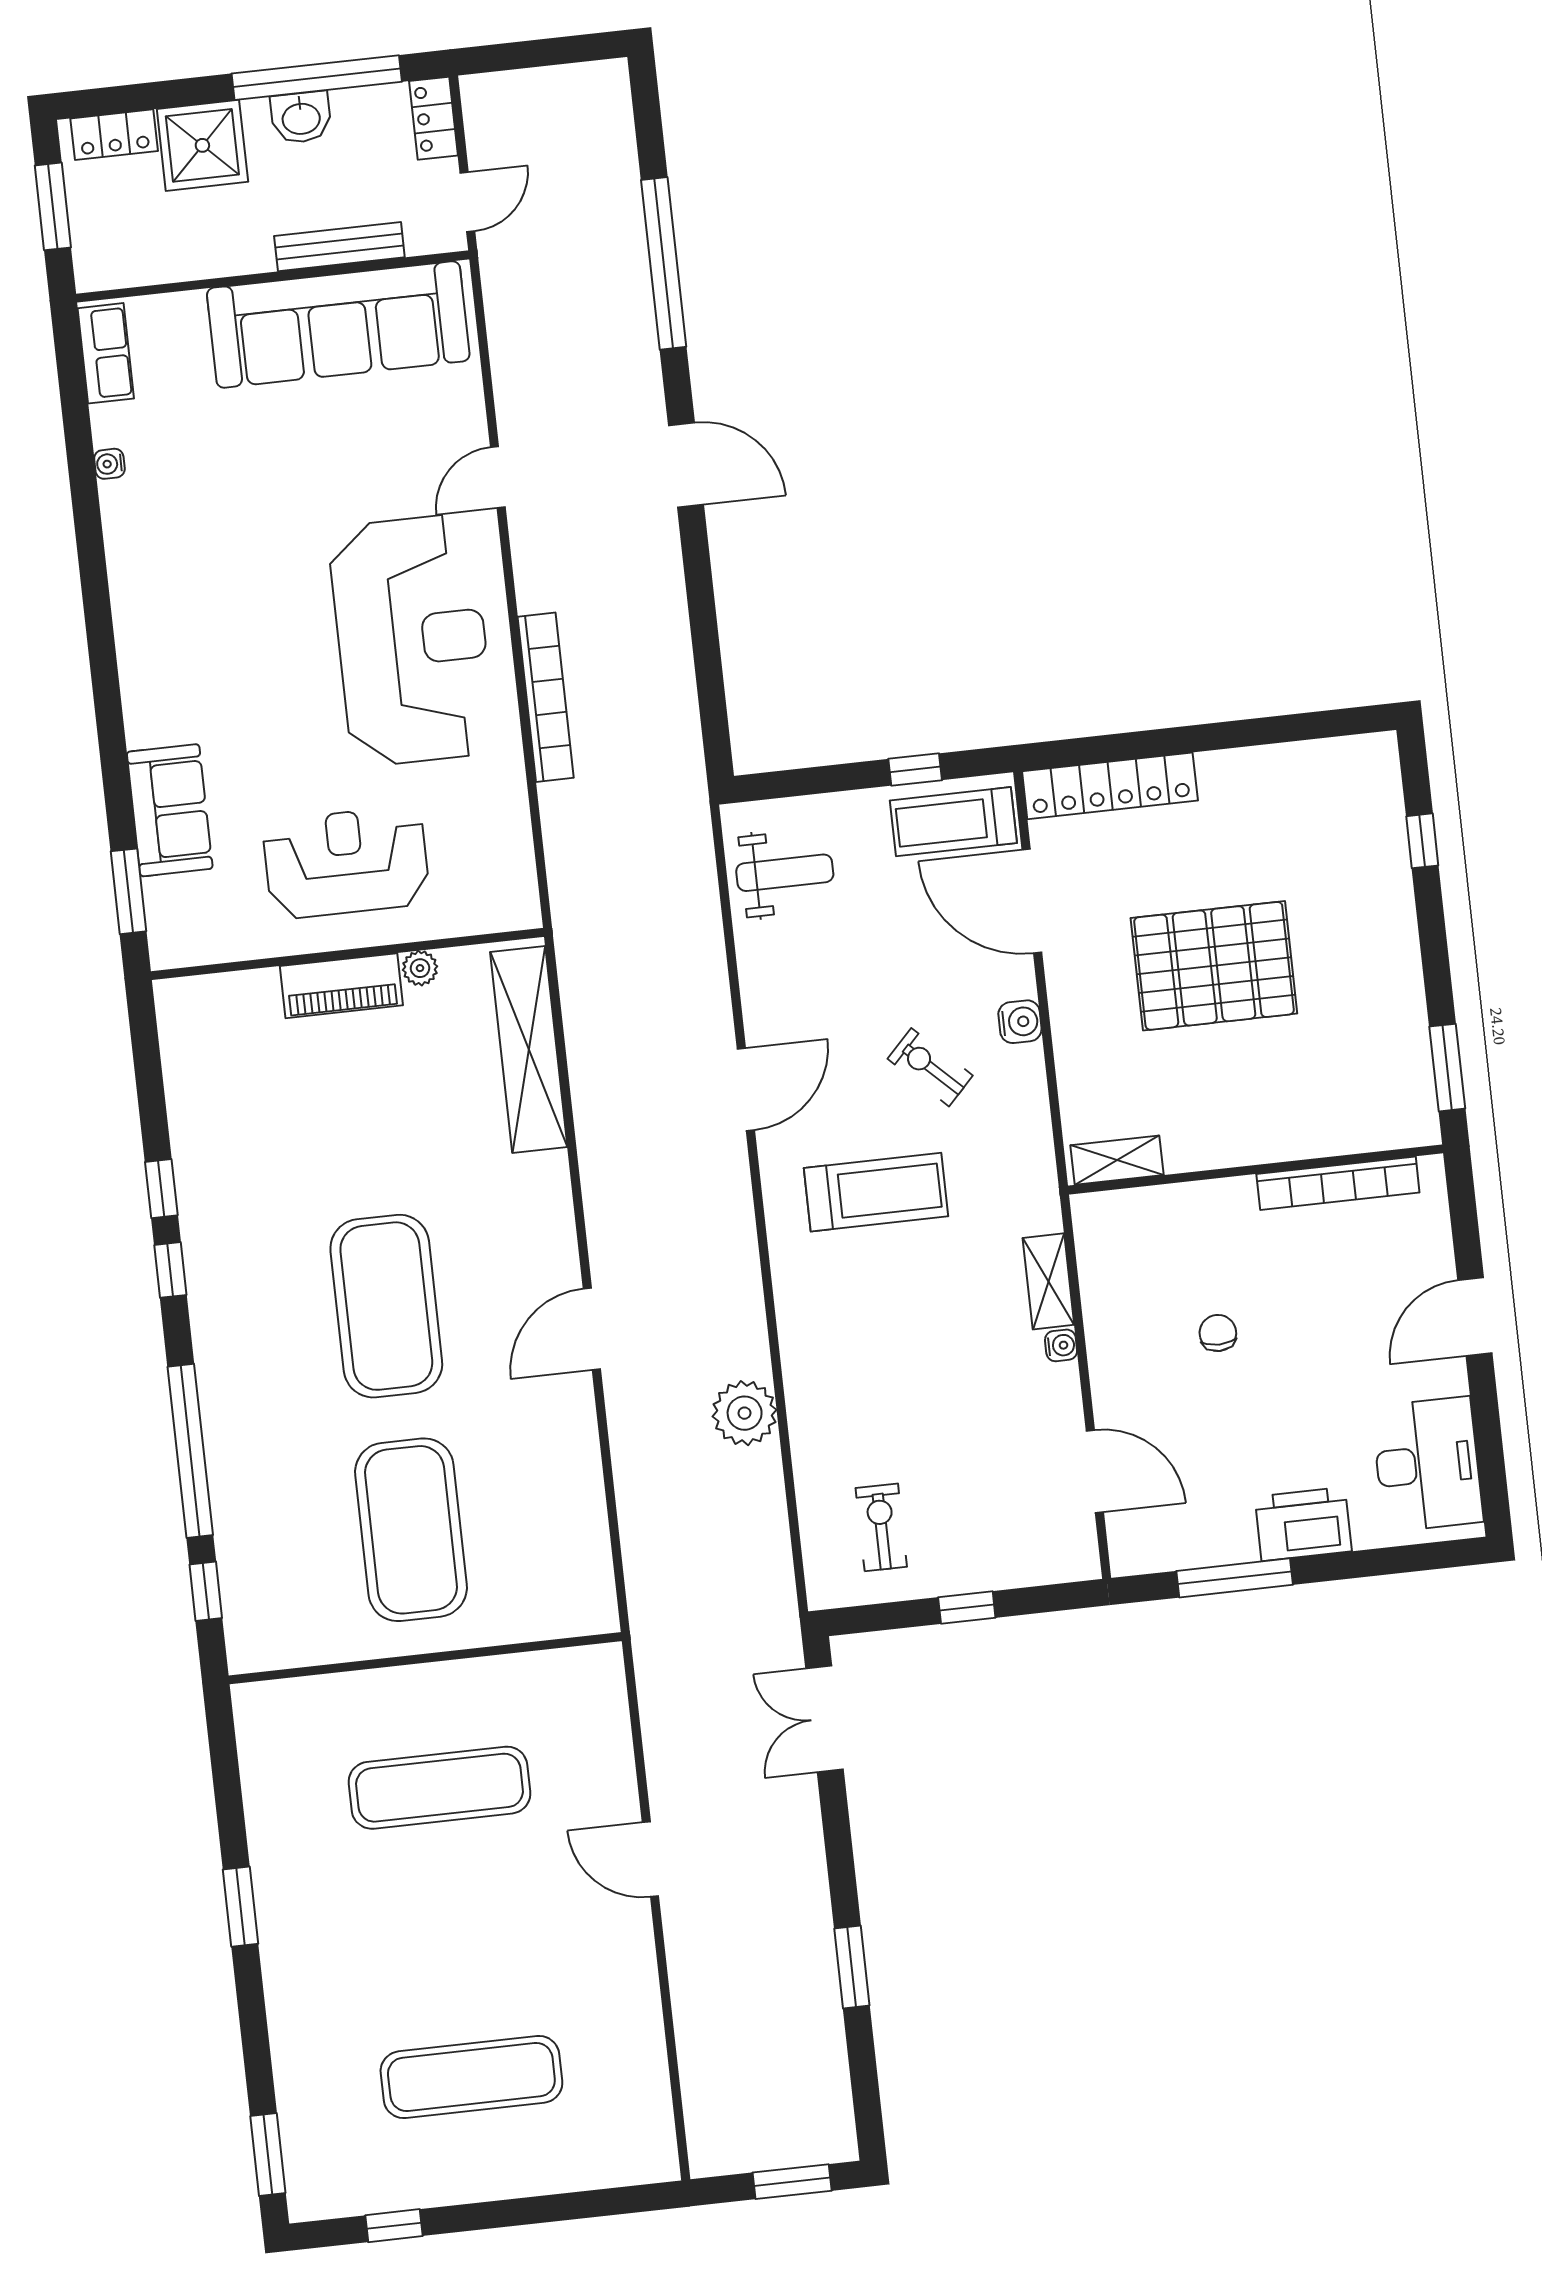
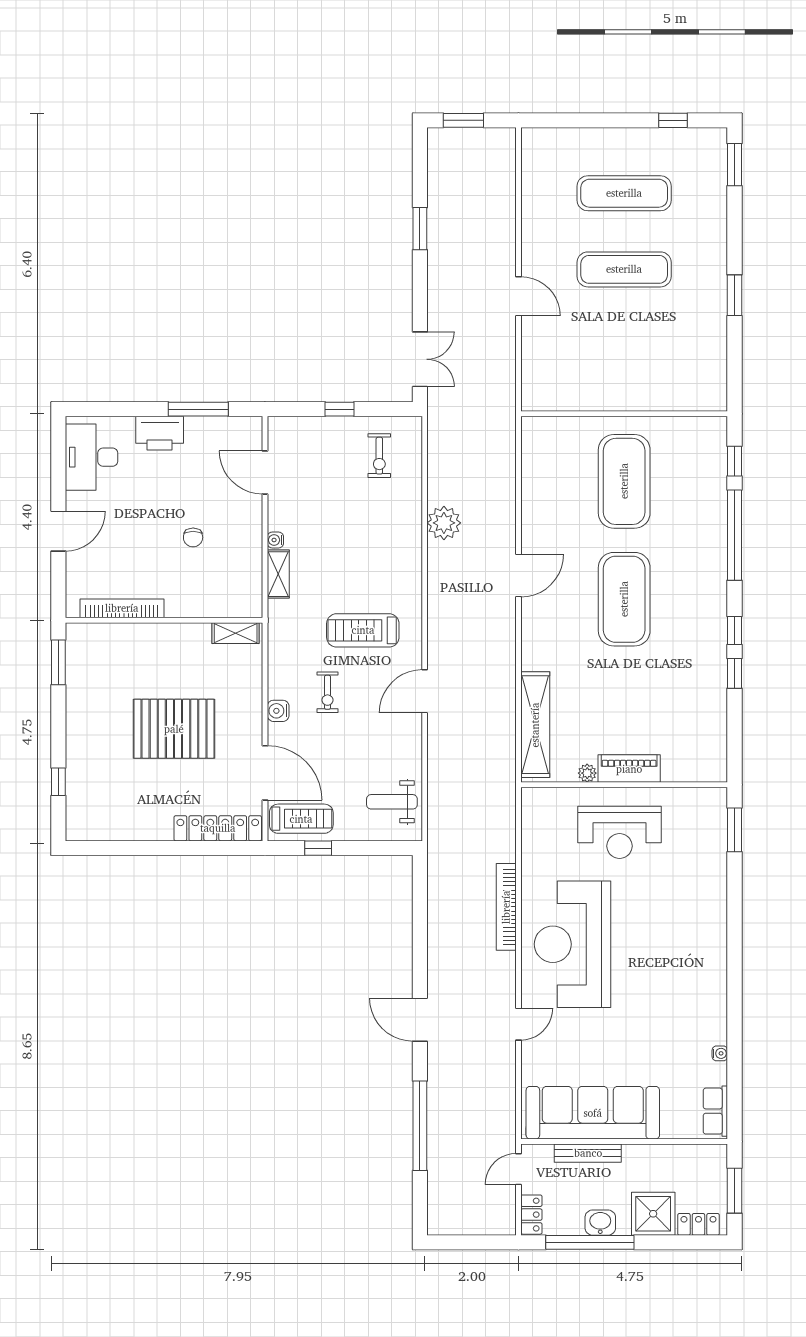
sofa: (170, 810) -> (708, 870), removed
exercise bike: (930, 1067) -> (327, 692), turned 46
exercise mat: (439, 1788) -> (624, 269), moved

